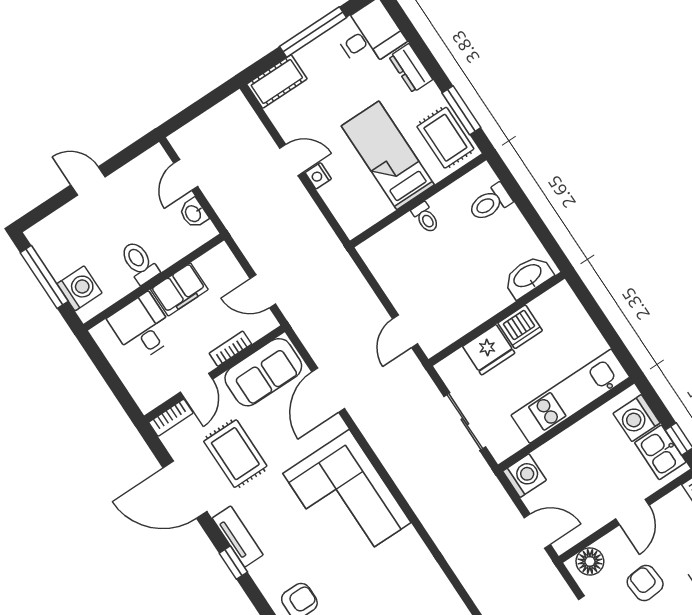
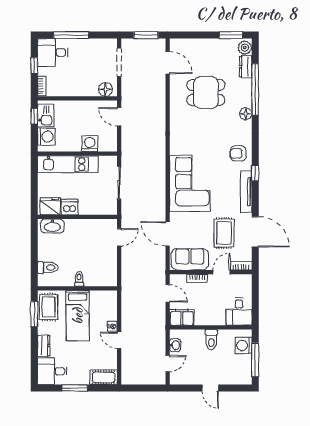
window: (313, 32) -> (75, 388), width x0.69
filing cabinet: (179, 289) -> (182, 317), moved
desk: (142, 328) -> (239, 312), moved
fridge: (489, 350) -> (50, 206), moved
door: (328, 390) -> (168, 234), swing flipped
washing machine: (524, 476) -> (90, 144), moved, turned 90
door: (632, 512) -> (74, 98), removed
tv unit: (238, 537) -> (246, 192), width x1.41
window: (233, 563) -> (255, 173), moved
armchair: (645, 583) -> (88, 65), removed

